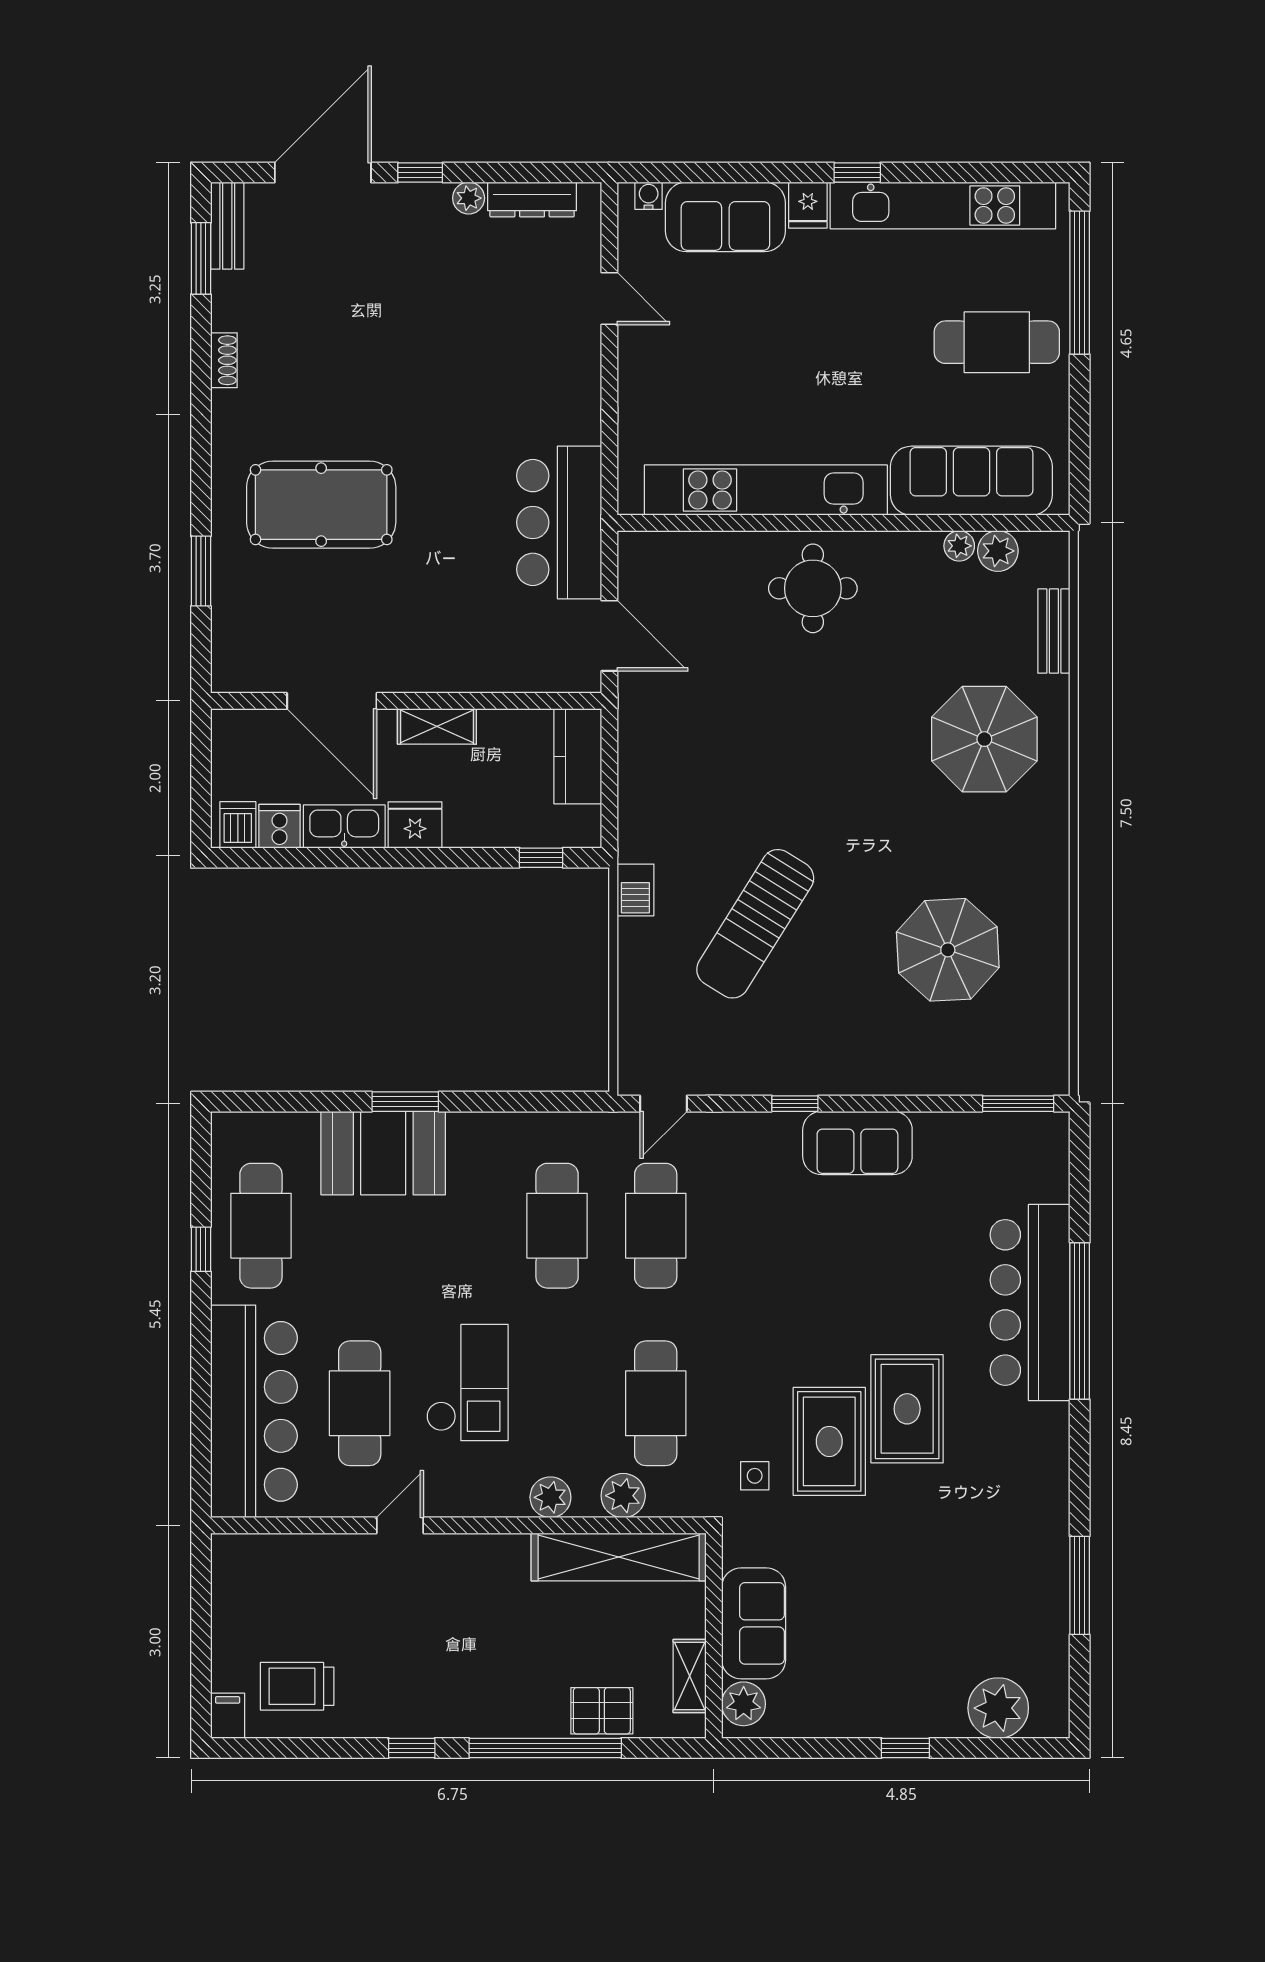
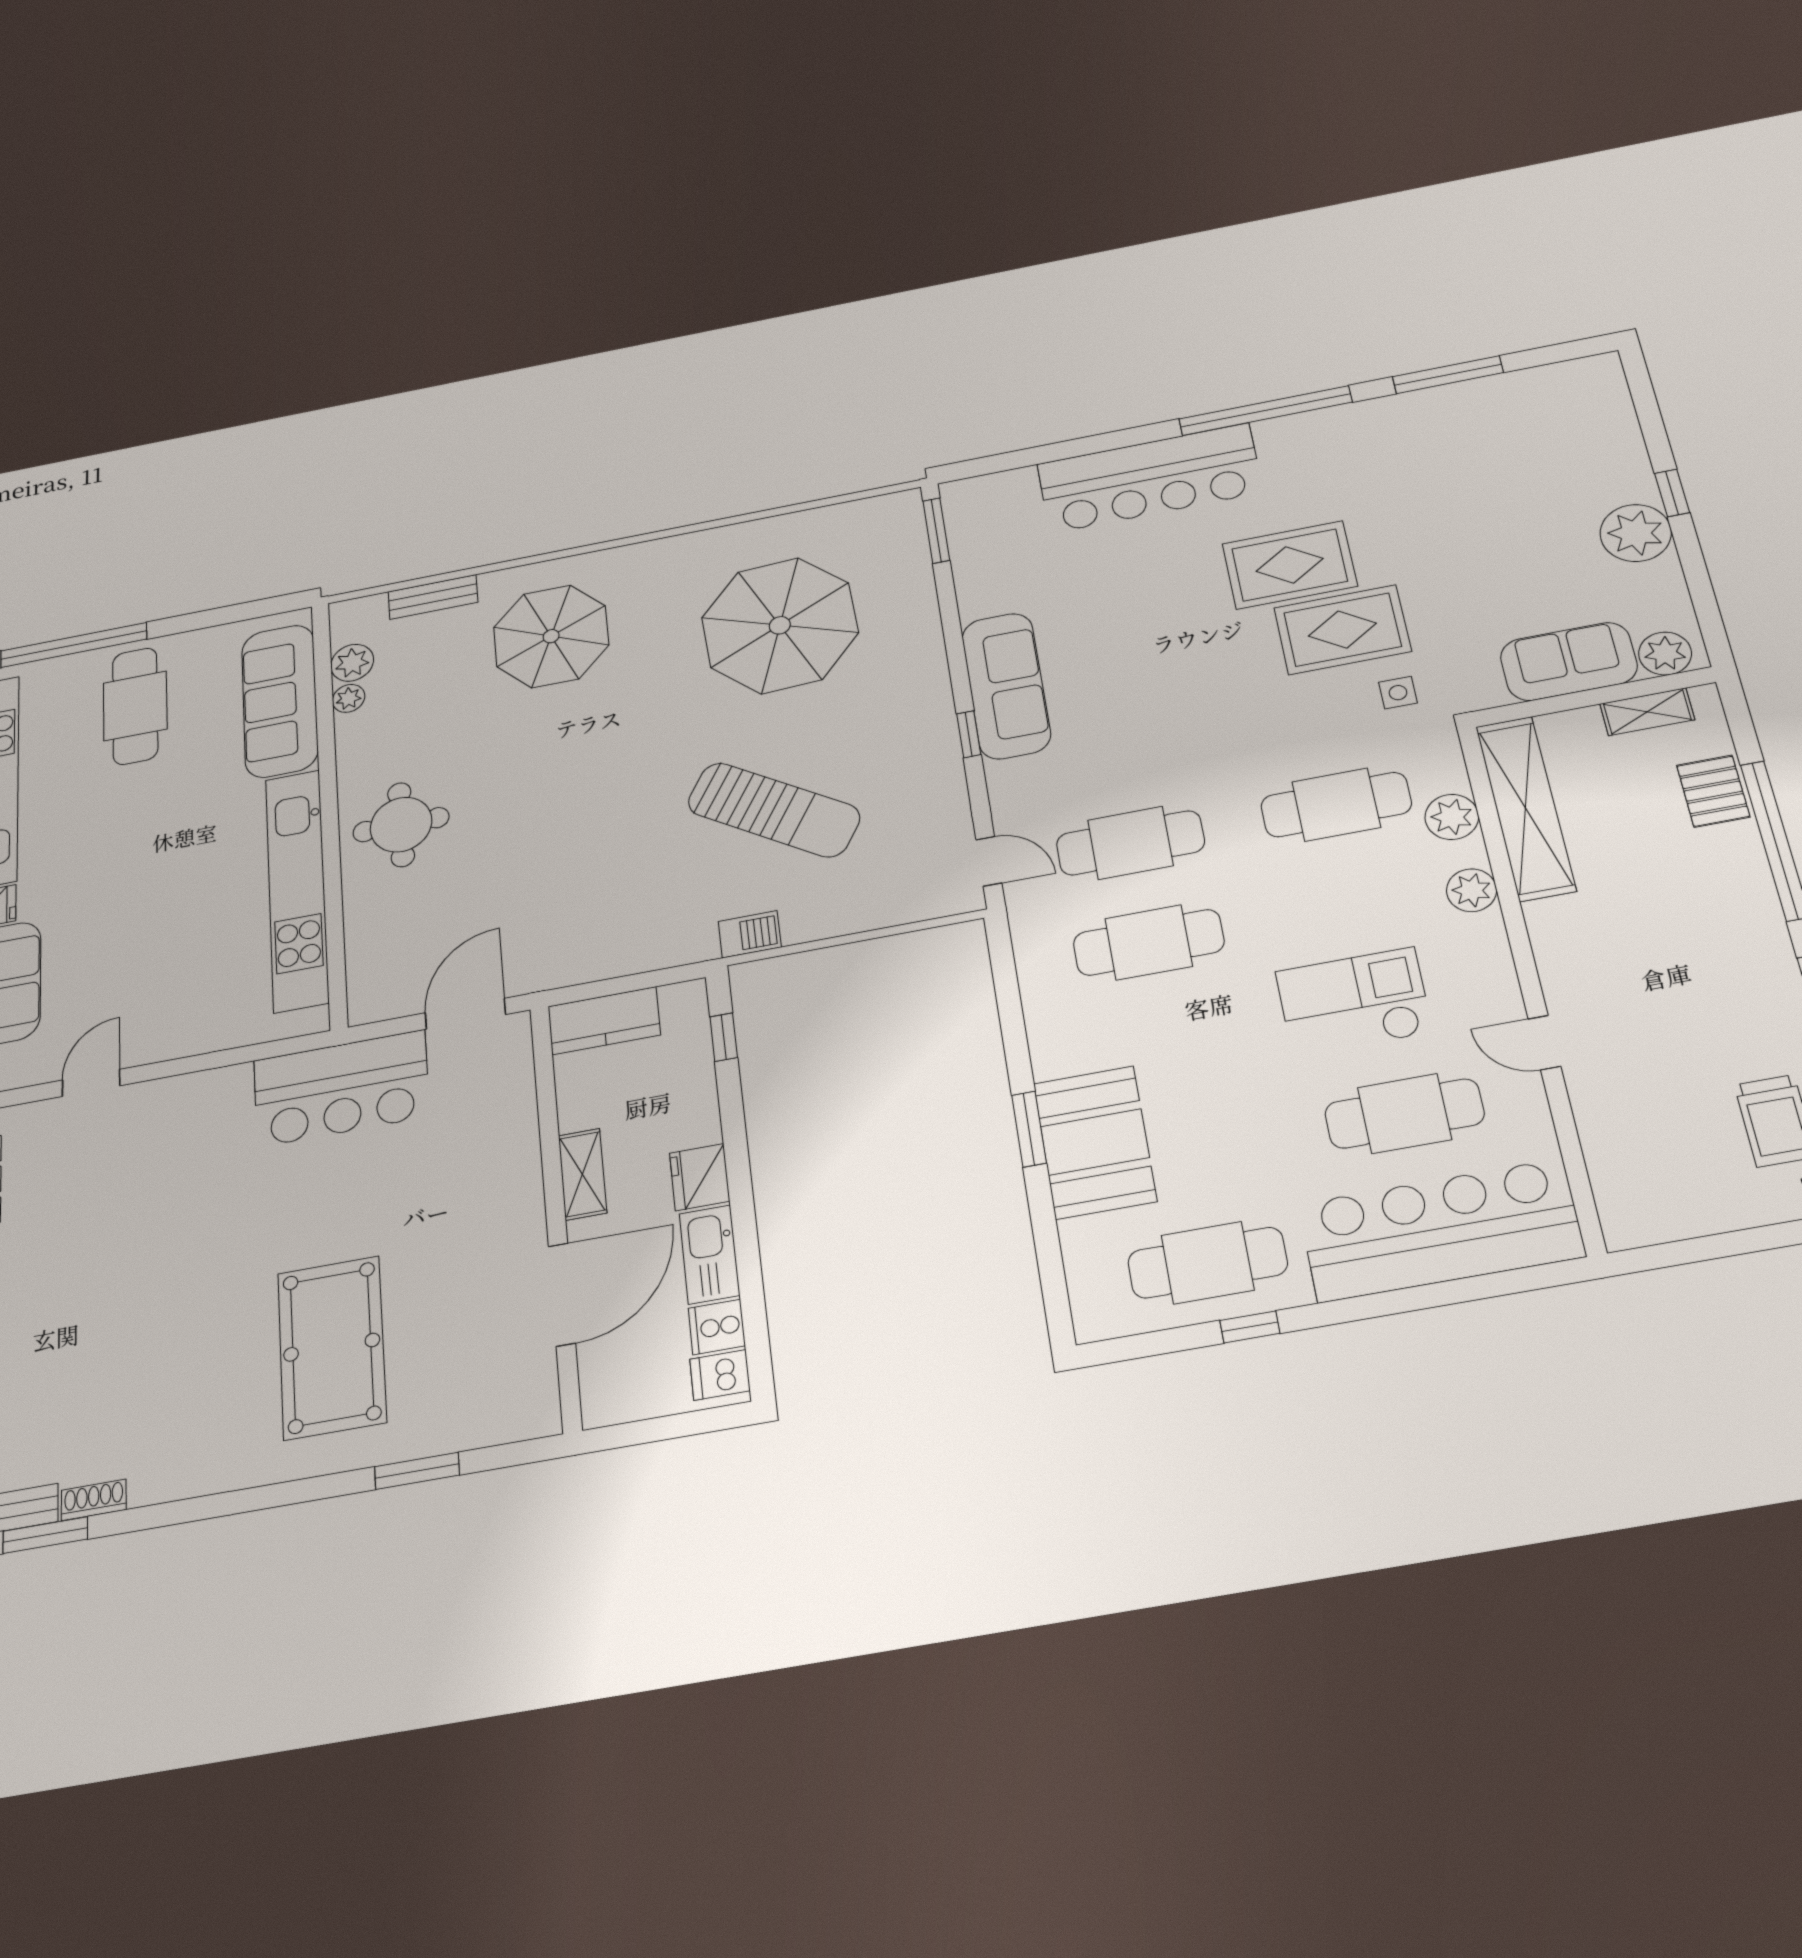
shoe rack: (224, 360) -> (94, 1500), moved
parasol: (948, 950) -> (780, 625), width x1.36, depth x1.36
sofa: (857, 1143) -> (1006, 686), width x1.36
window: (1080, 1321) -> (1265, 411), moved
plant: (998, 1708) -> (1636, 533), moved

